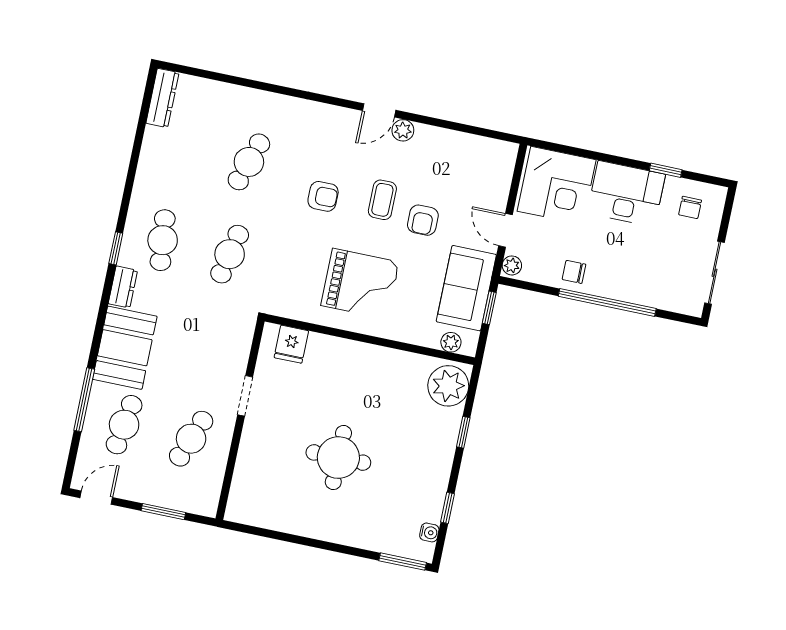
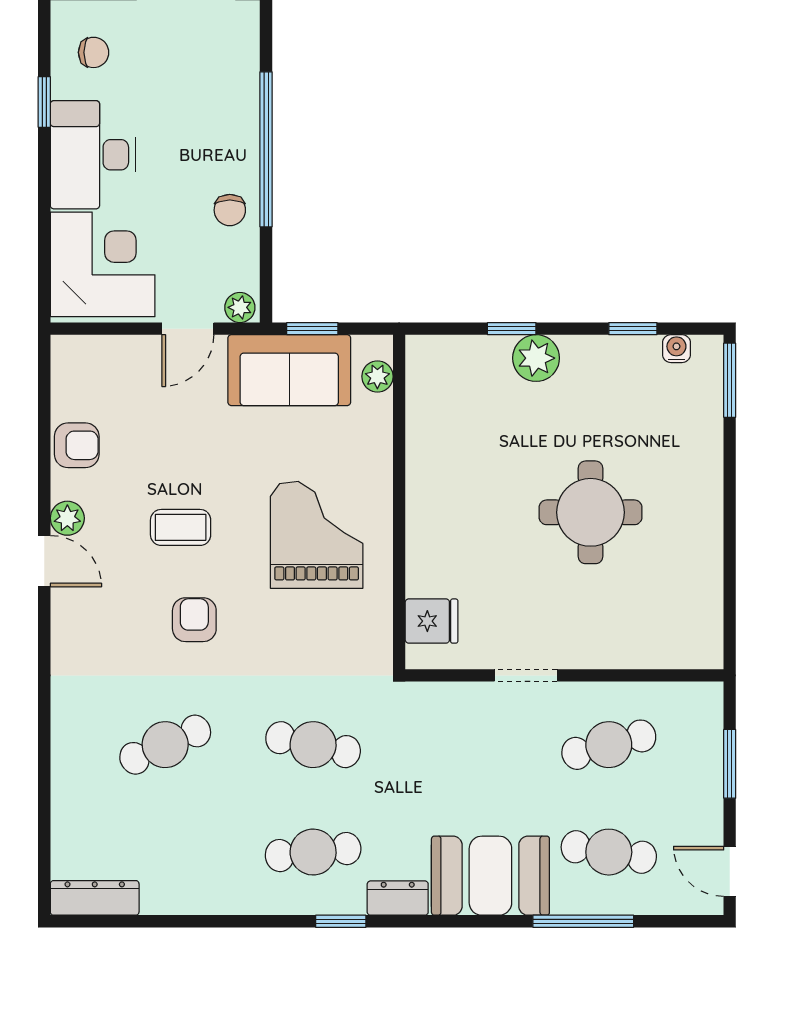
cafe table: (249, 162) -> (165, 745), turned -42
armchair: (423, 220) -> (77, 445), moved
plant: (448, 386) -> (536, 358), moved, width x0.73, depth x0.73
cafe table: (191, 439) -> (609, 745), turned -36

